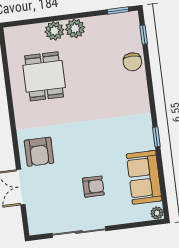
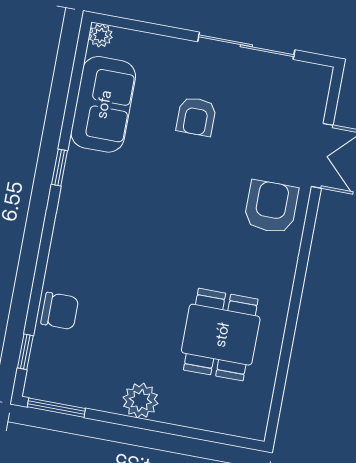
window: (118, 11) -> (56, 408), width x1.50
plant: (54, 31) -> (178, 408), removed
chair: (132, 62) -> (60, 311), turned 90
armchair: (93, 187) -> (196, 116), turned -90

